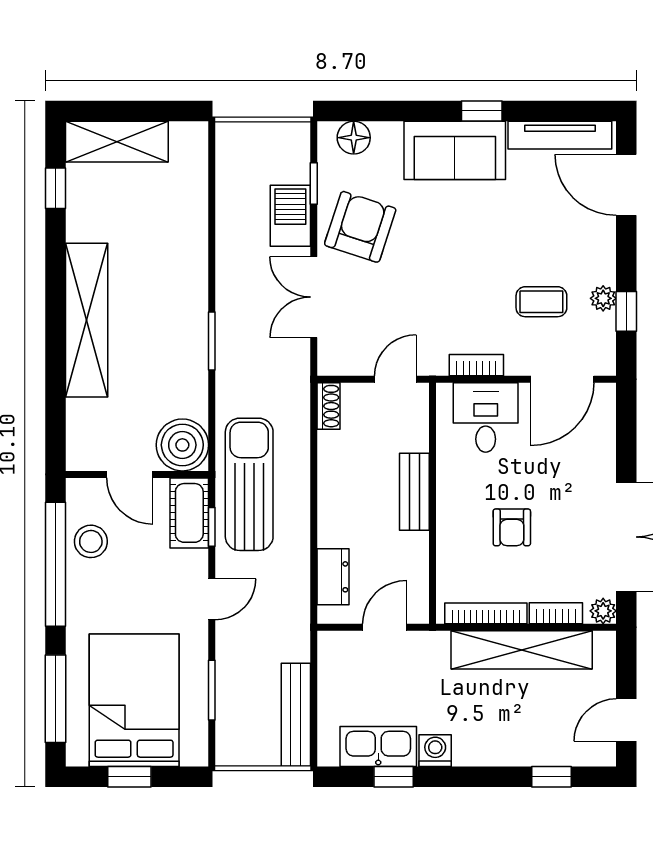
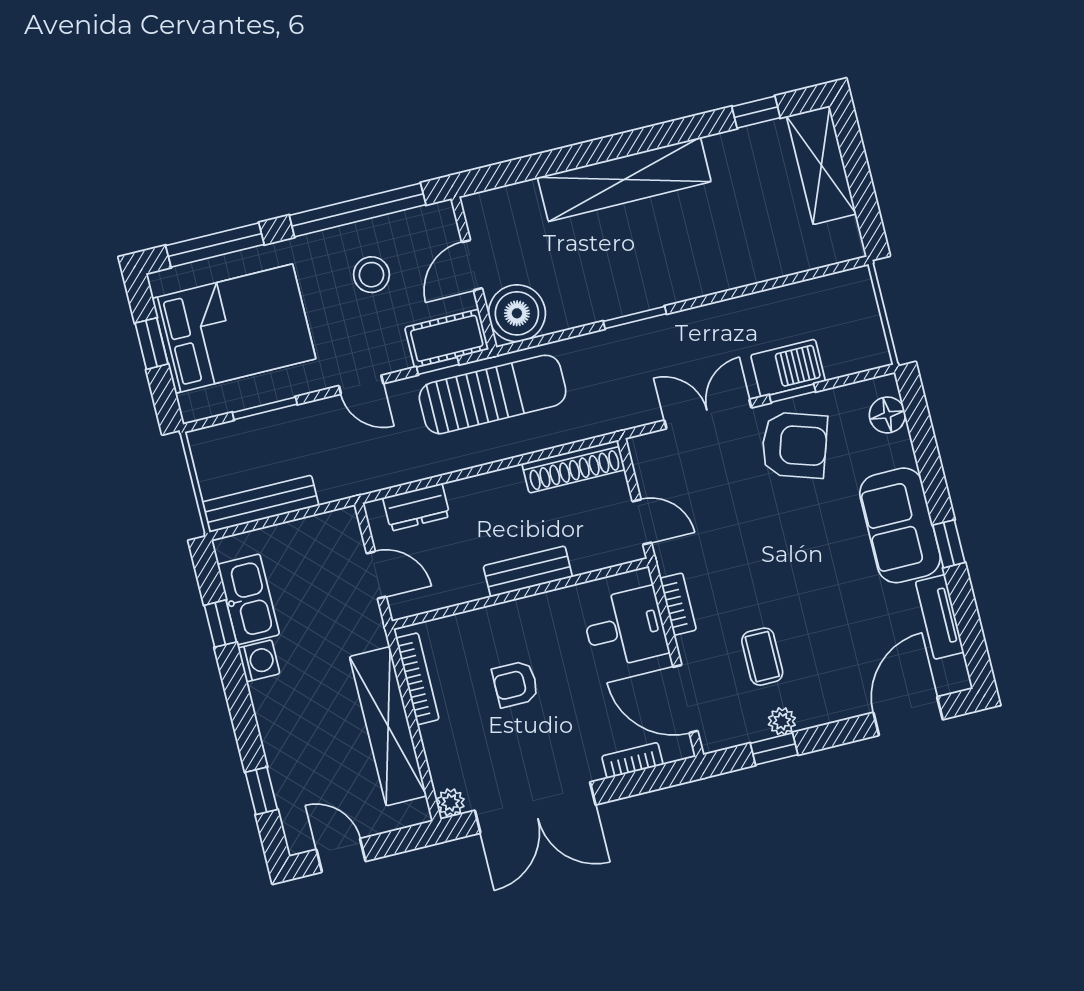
tv unit: (560, 135) -> (940, 617), width x0.71
window: (314, 183) -> (792, 393), moved
shoe rack: (328, 406) -> (574, 467), width x1.94, depth x1.24
stool: (91, 541) -> (371, 275), moved
bookcase: (556, 613) -> (632, 760), moved, turned -90

